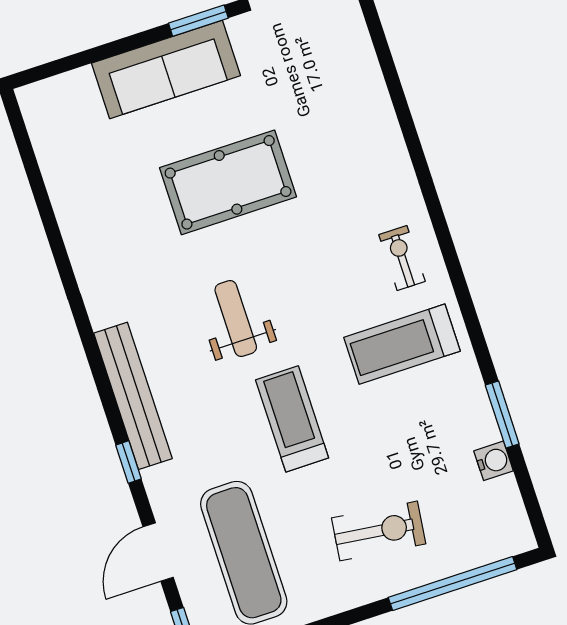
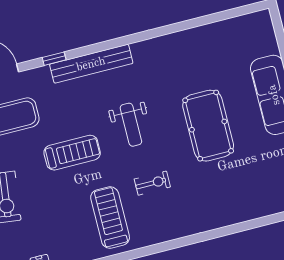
exercise bike: (402, 258) -> (152, 183), moved
weight bench: (236, 319) -> (131, 125), turned 90

